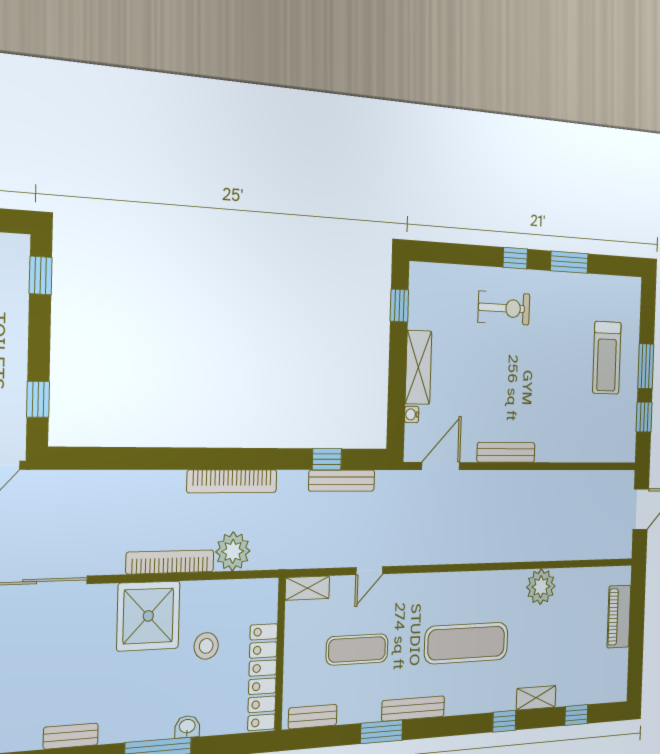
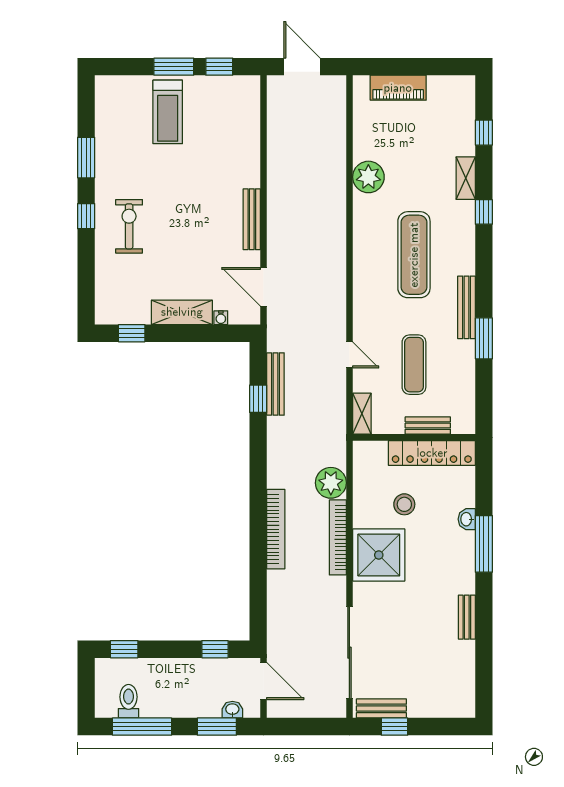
treadmill: (607, 358) -> (168, 112), turned 90
bookcase: (232, 481) -> (276, 529), moved
bench: (313, 717) -> (428, 426), moved, turned 90

